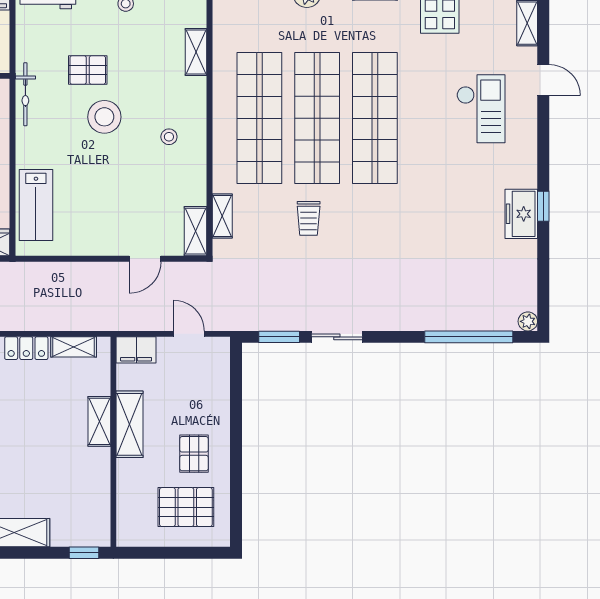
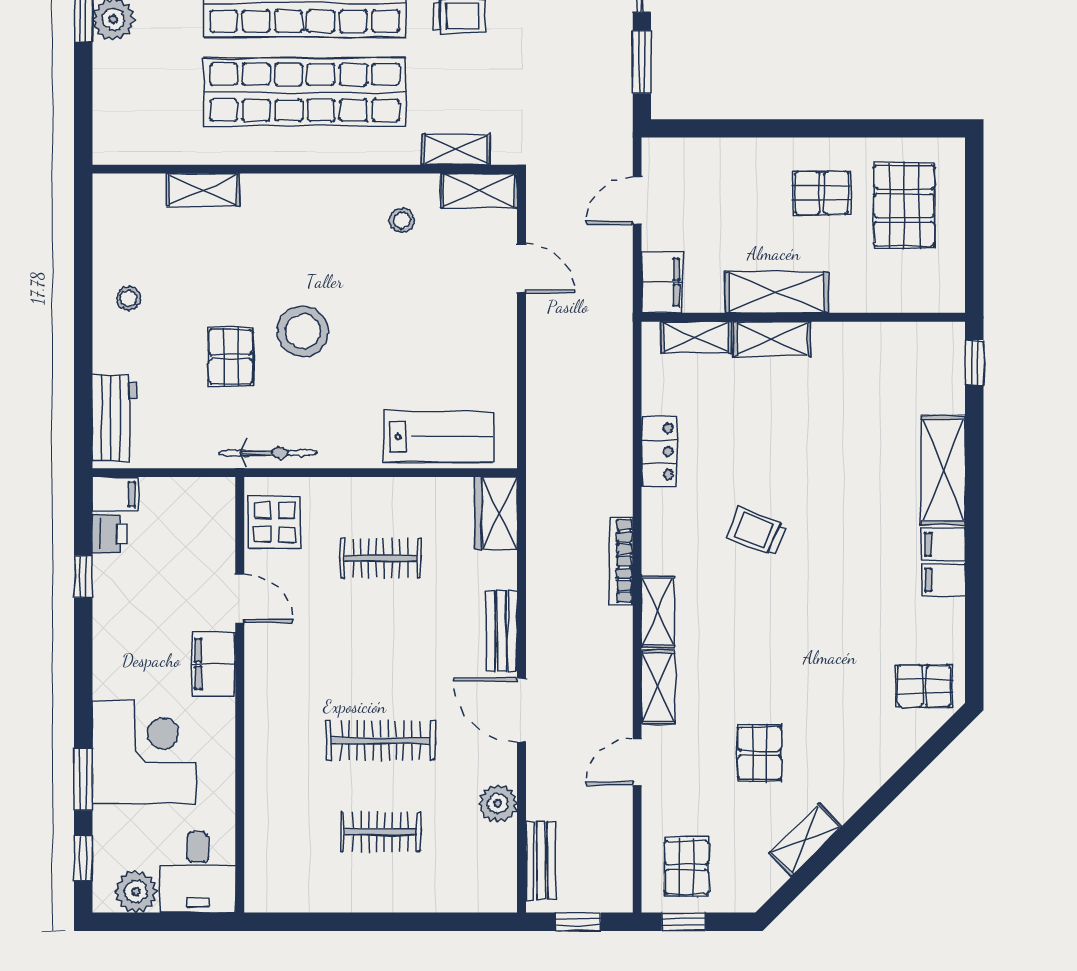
stool: (169, 137) -> (402, 220), moved
shelving: (74, 347) -> (696, 337), moved, turned 90

